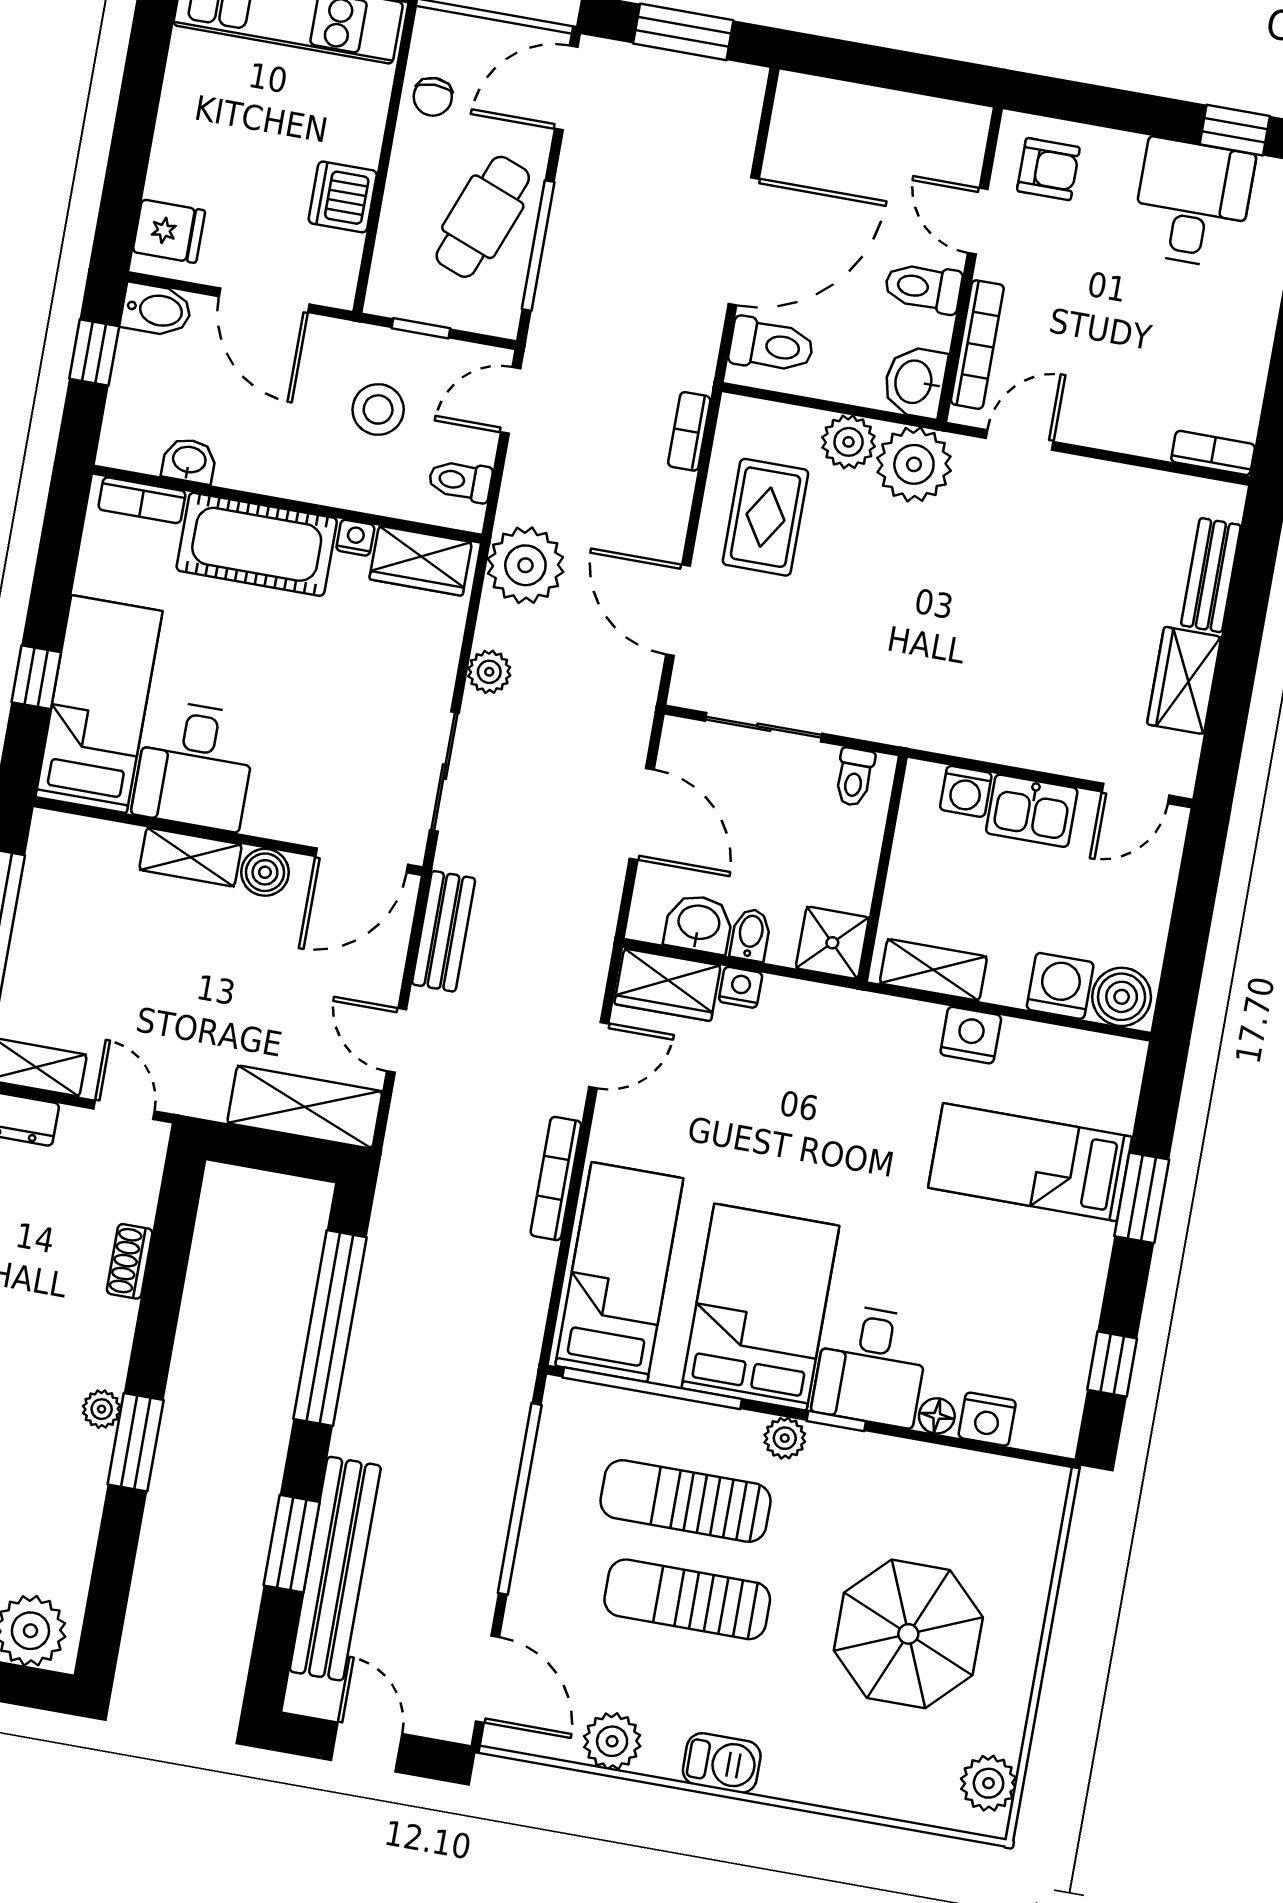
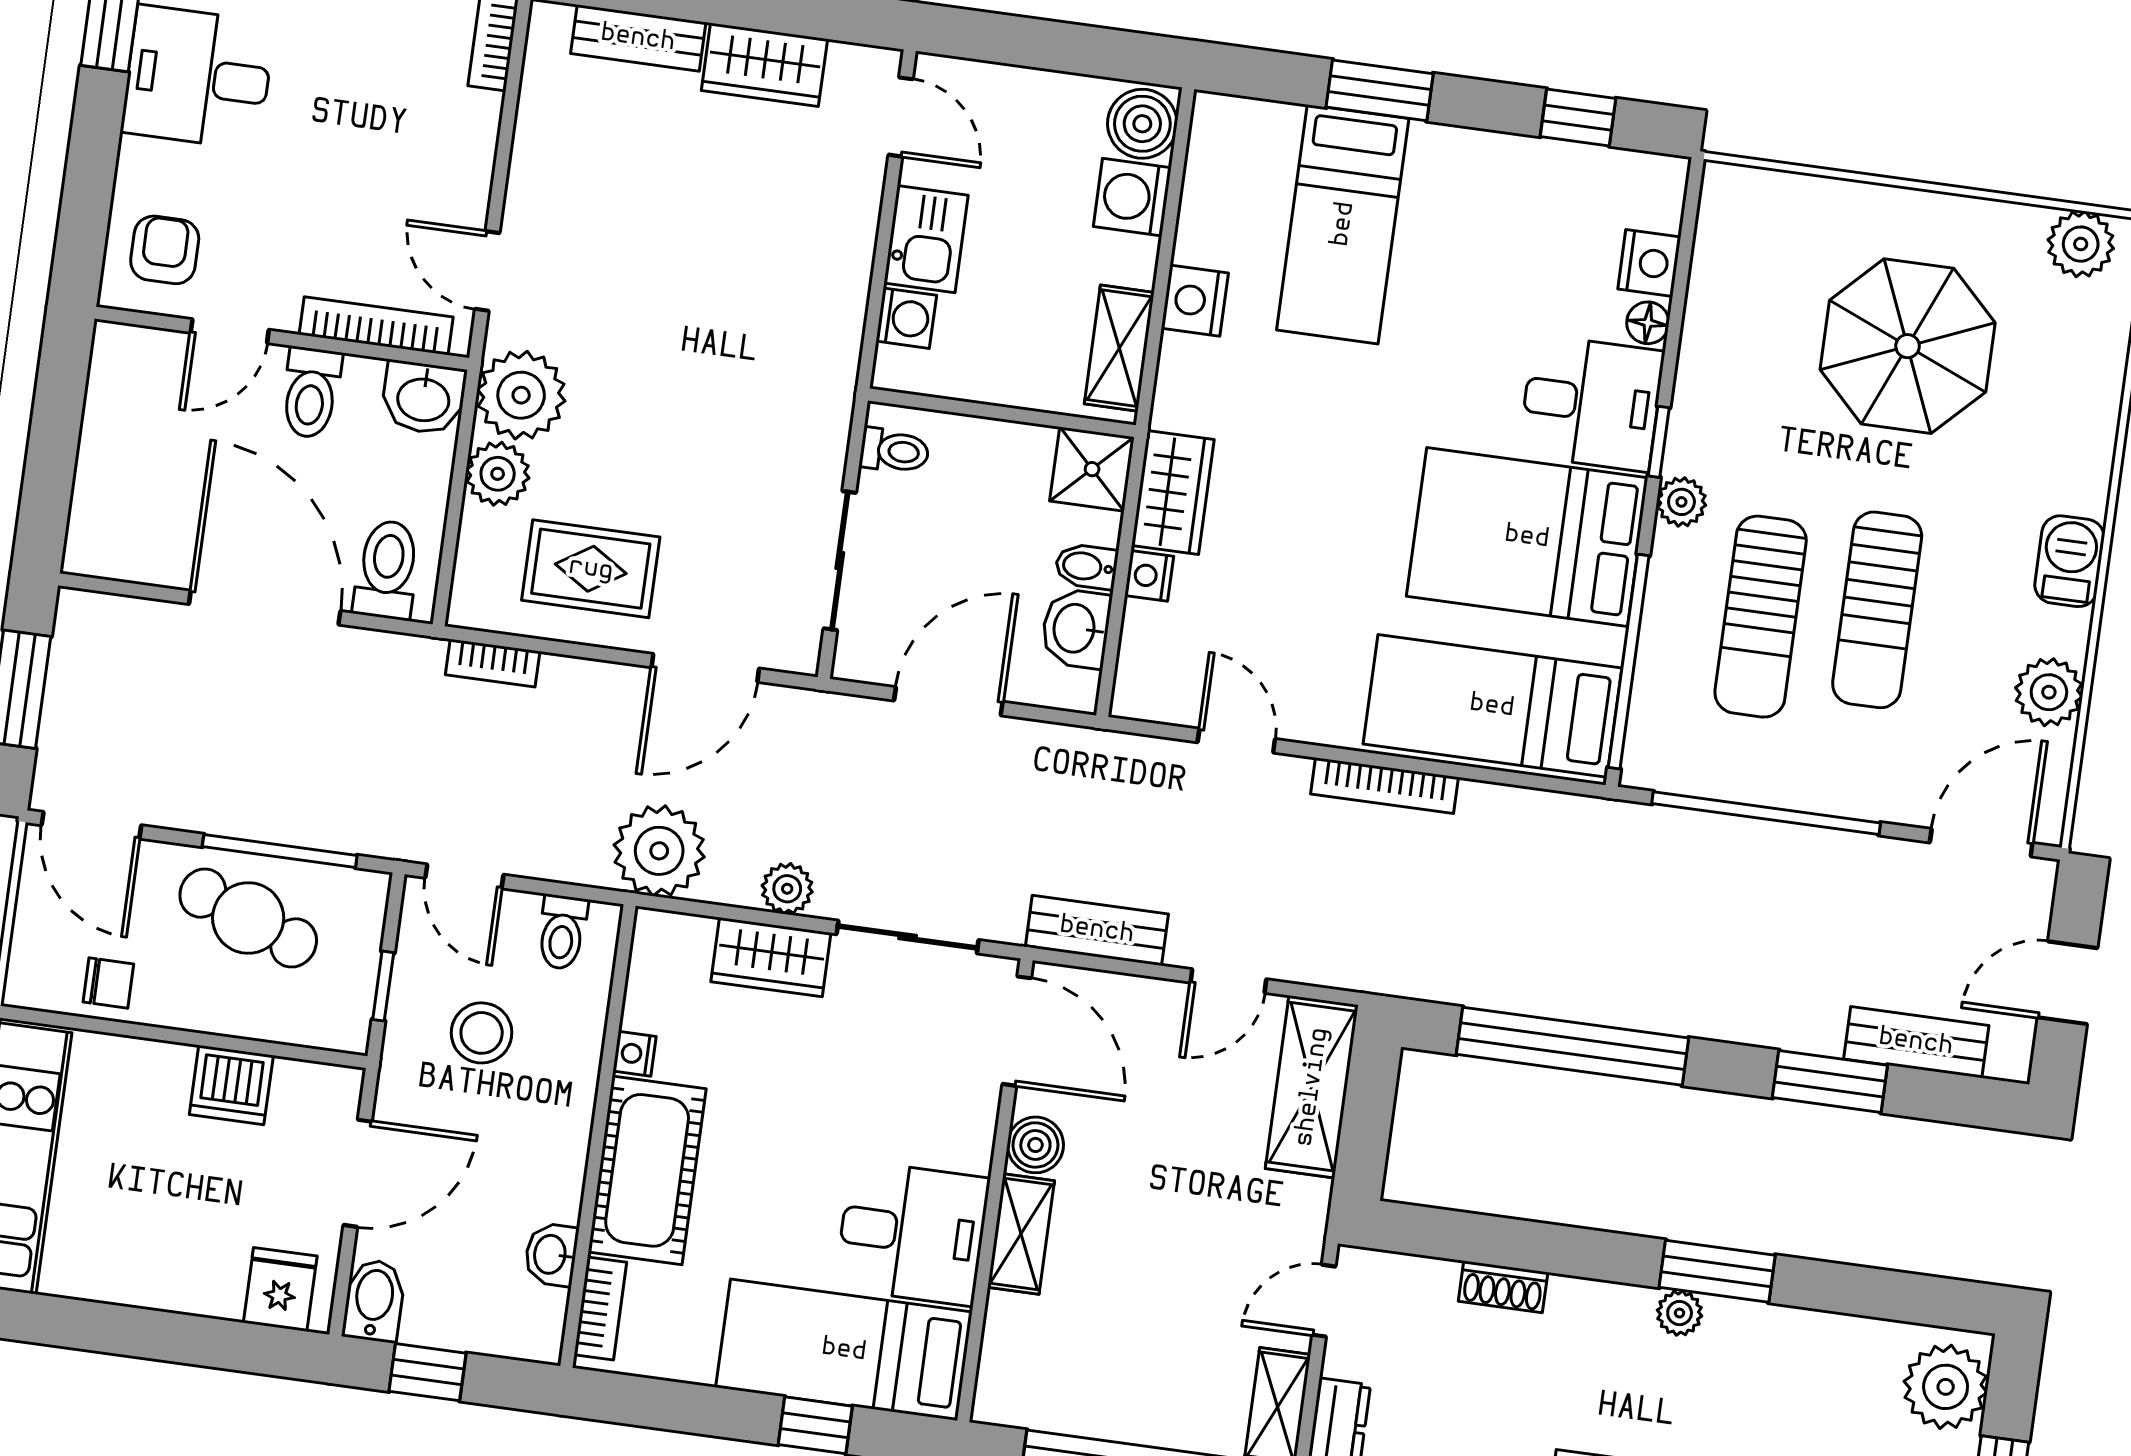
wardrobe: (421, 561) -> (771, 957), moved, turned 90
wardrobe: (668, 985) -> (1173, 493), moved
bench: (335, 1569) -> (1916, 1042), width x0.54, depth x0.82

